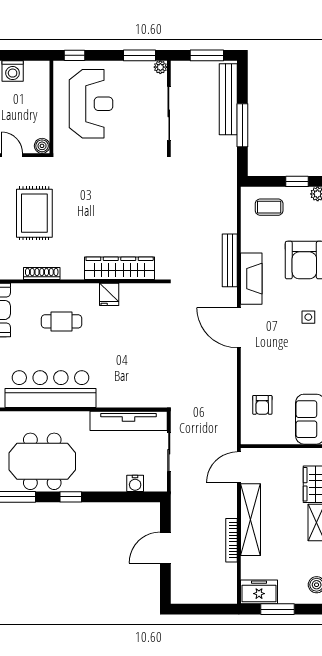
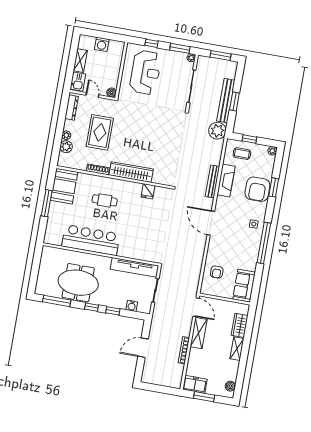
window: (74, 55) -> (152, 43), moved
bench: (228, 99) -> (226, 101), moved
window: (242, 125) -> (234, 101), width x0.69
plant: (223, 177) -> (217, 131), added
window: (297, 181) -> (249, 139), moved
wardrobe: (120, 268) -> (131, 172), moved
fireplace: (251, 279) -> (226, 180), moved
fridge: (109, 294) -> (148, 191), moved
door: (239, 467) -> (196, 307), swing flipped
window: (106, 497) -> (113, 311), added
shelving: (250, 520) -> (199, 333), width x0.68

